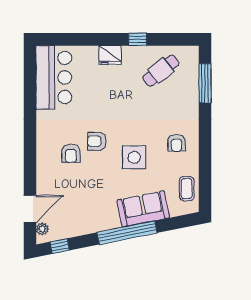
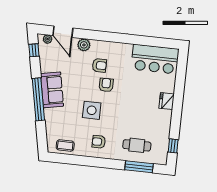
window: (138, 39) -> (173, 146), moved
cafe table: (161, 71) -> (137, 145), moved, turned -52
armchair: (71, 153) -> (99, 65), turned 180
plant: (45, 178) -> (84, 45), added
sofa: (143, 209) -> (52, 90), moved

